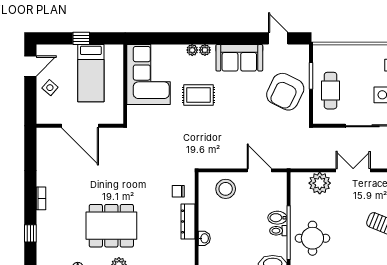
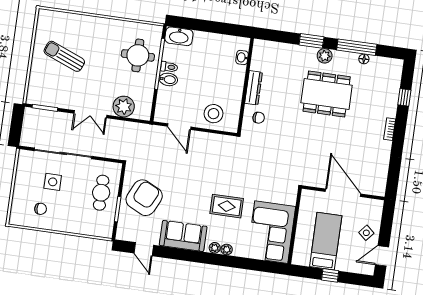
washbasin: (204, 238) -> (242, 57), moved

